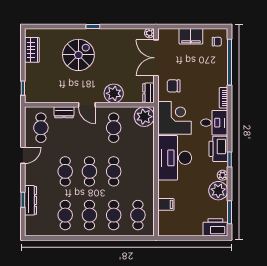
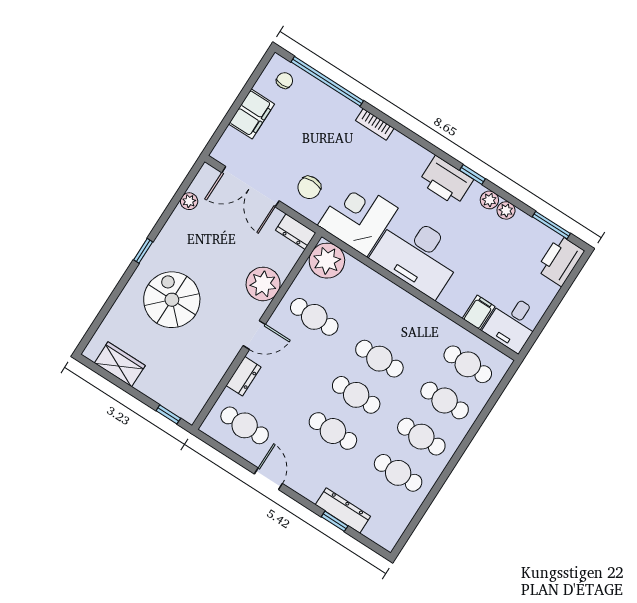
plant: (149, 33) -> (189, 201), moved
desk: (214, 123) -> (513, 323), moved, turned 180
plant: (218, 191) -> (506, 210), width x0.53, depth x0.53

